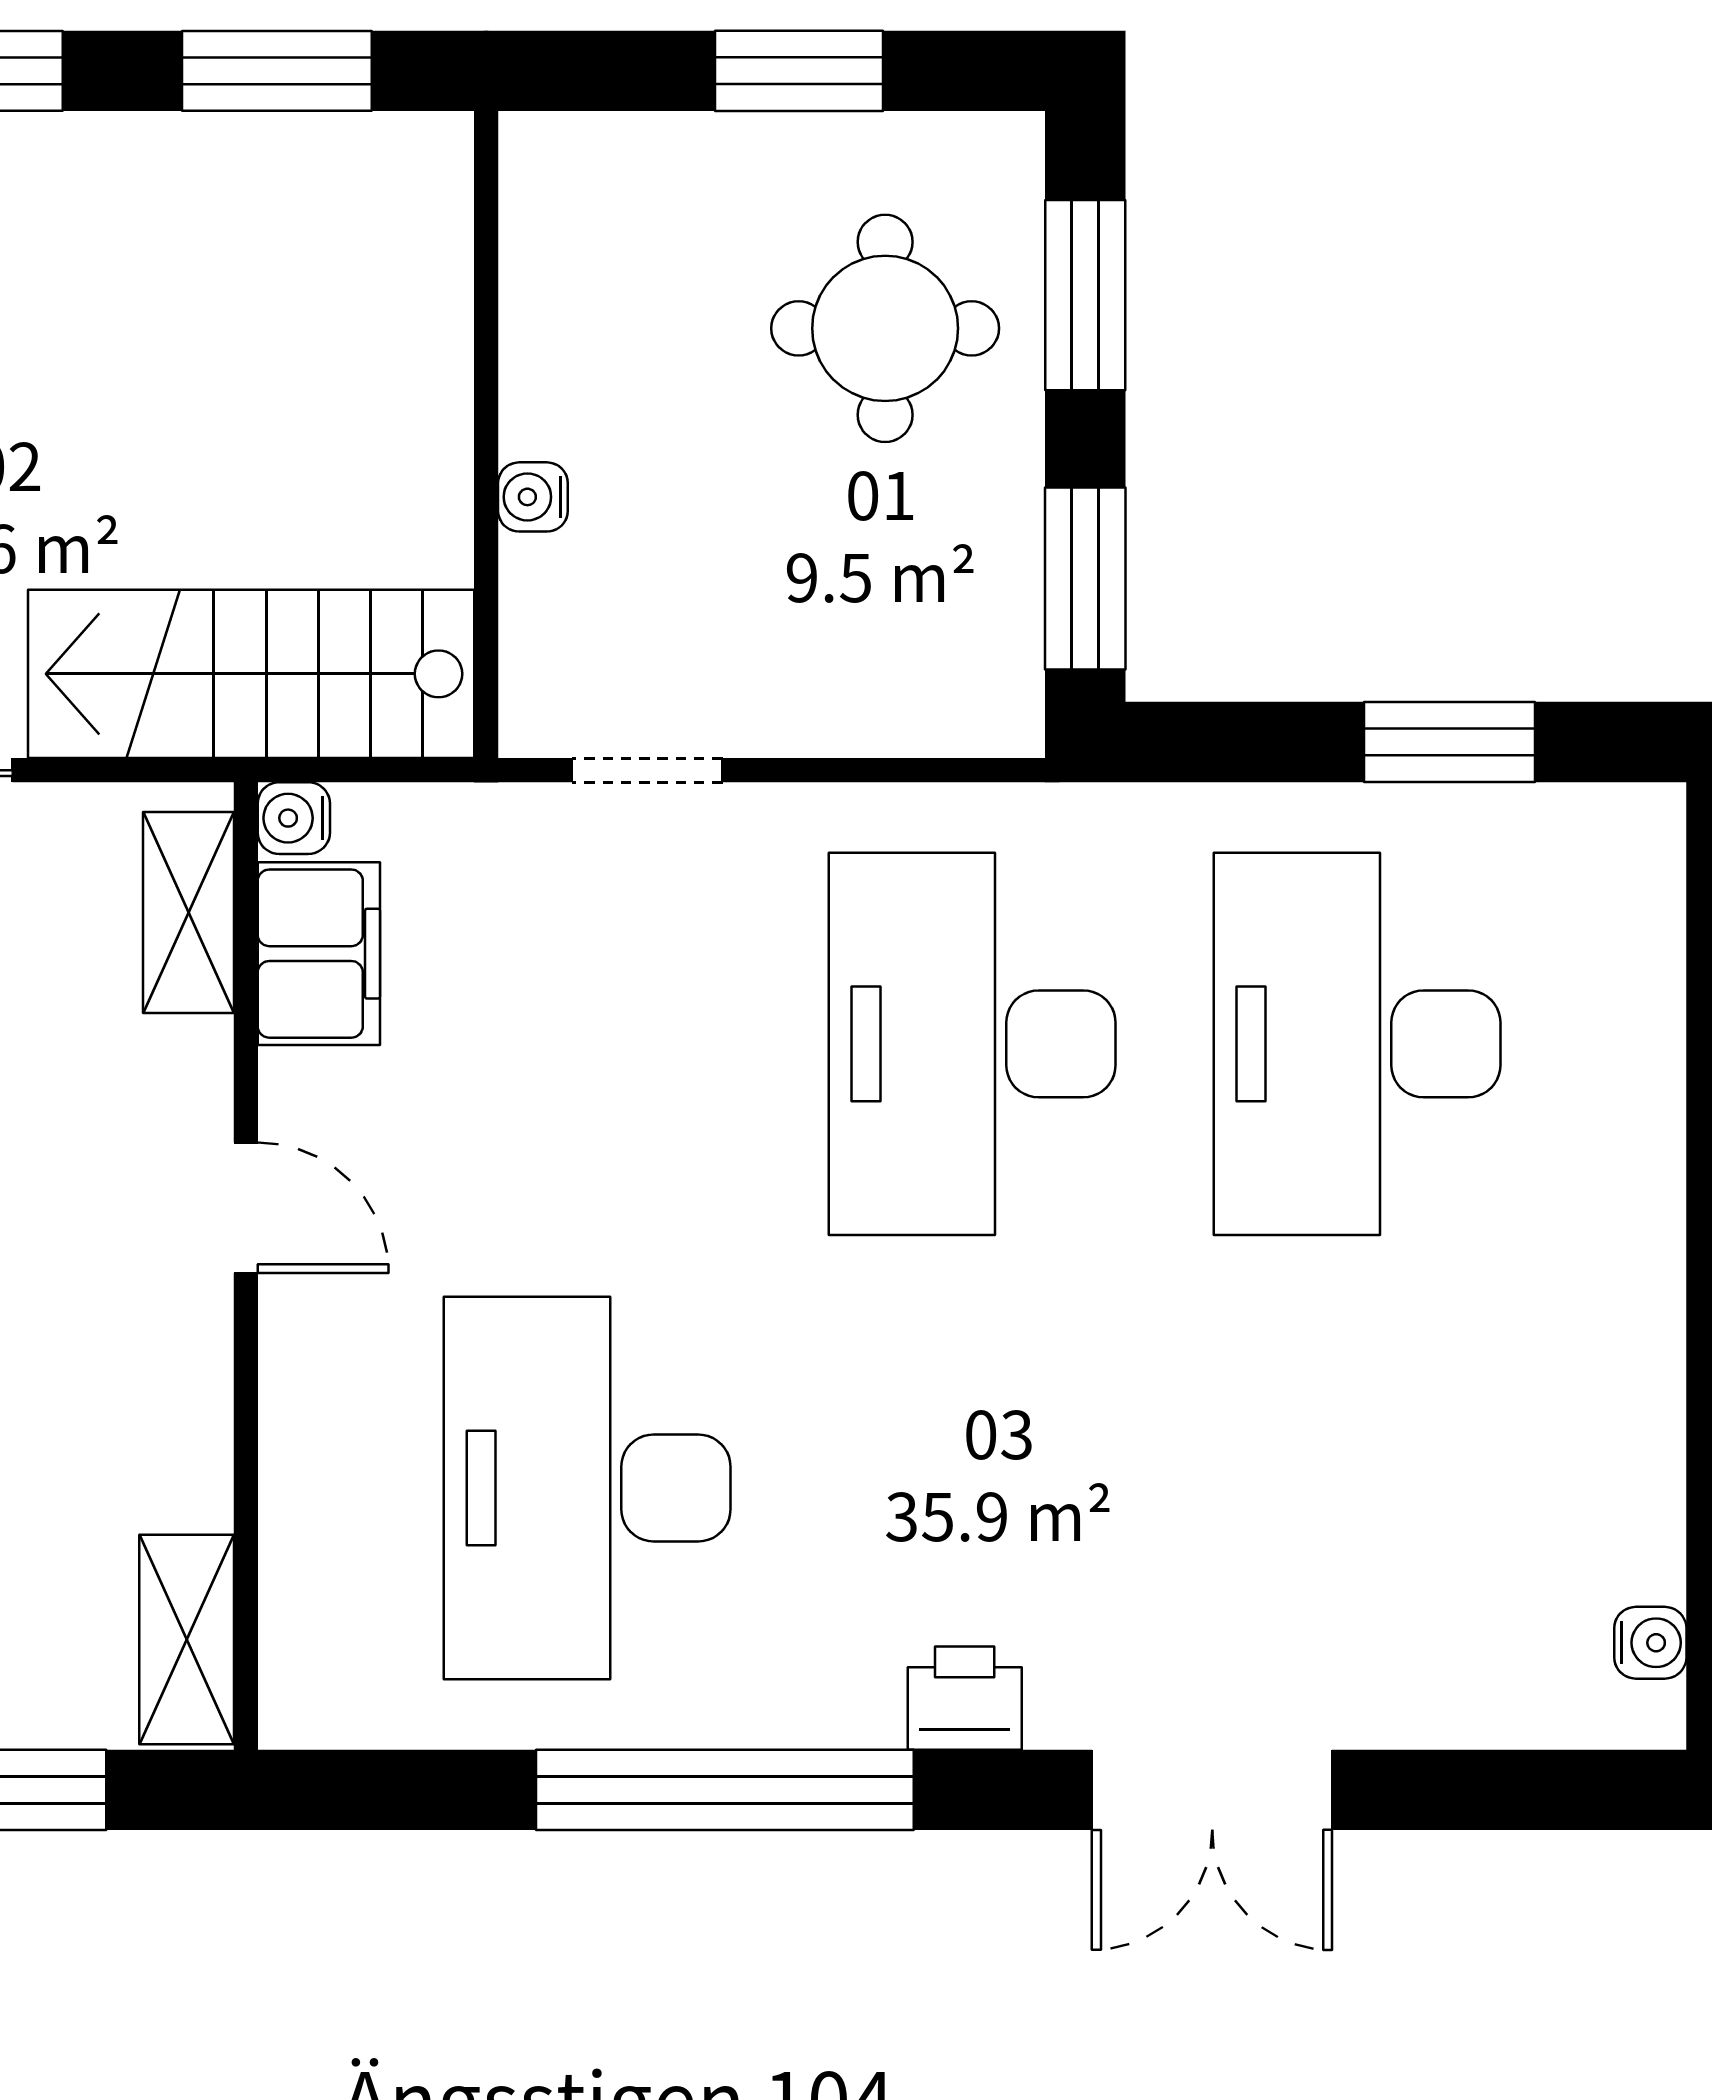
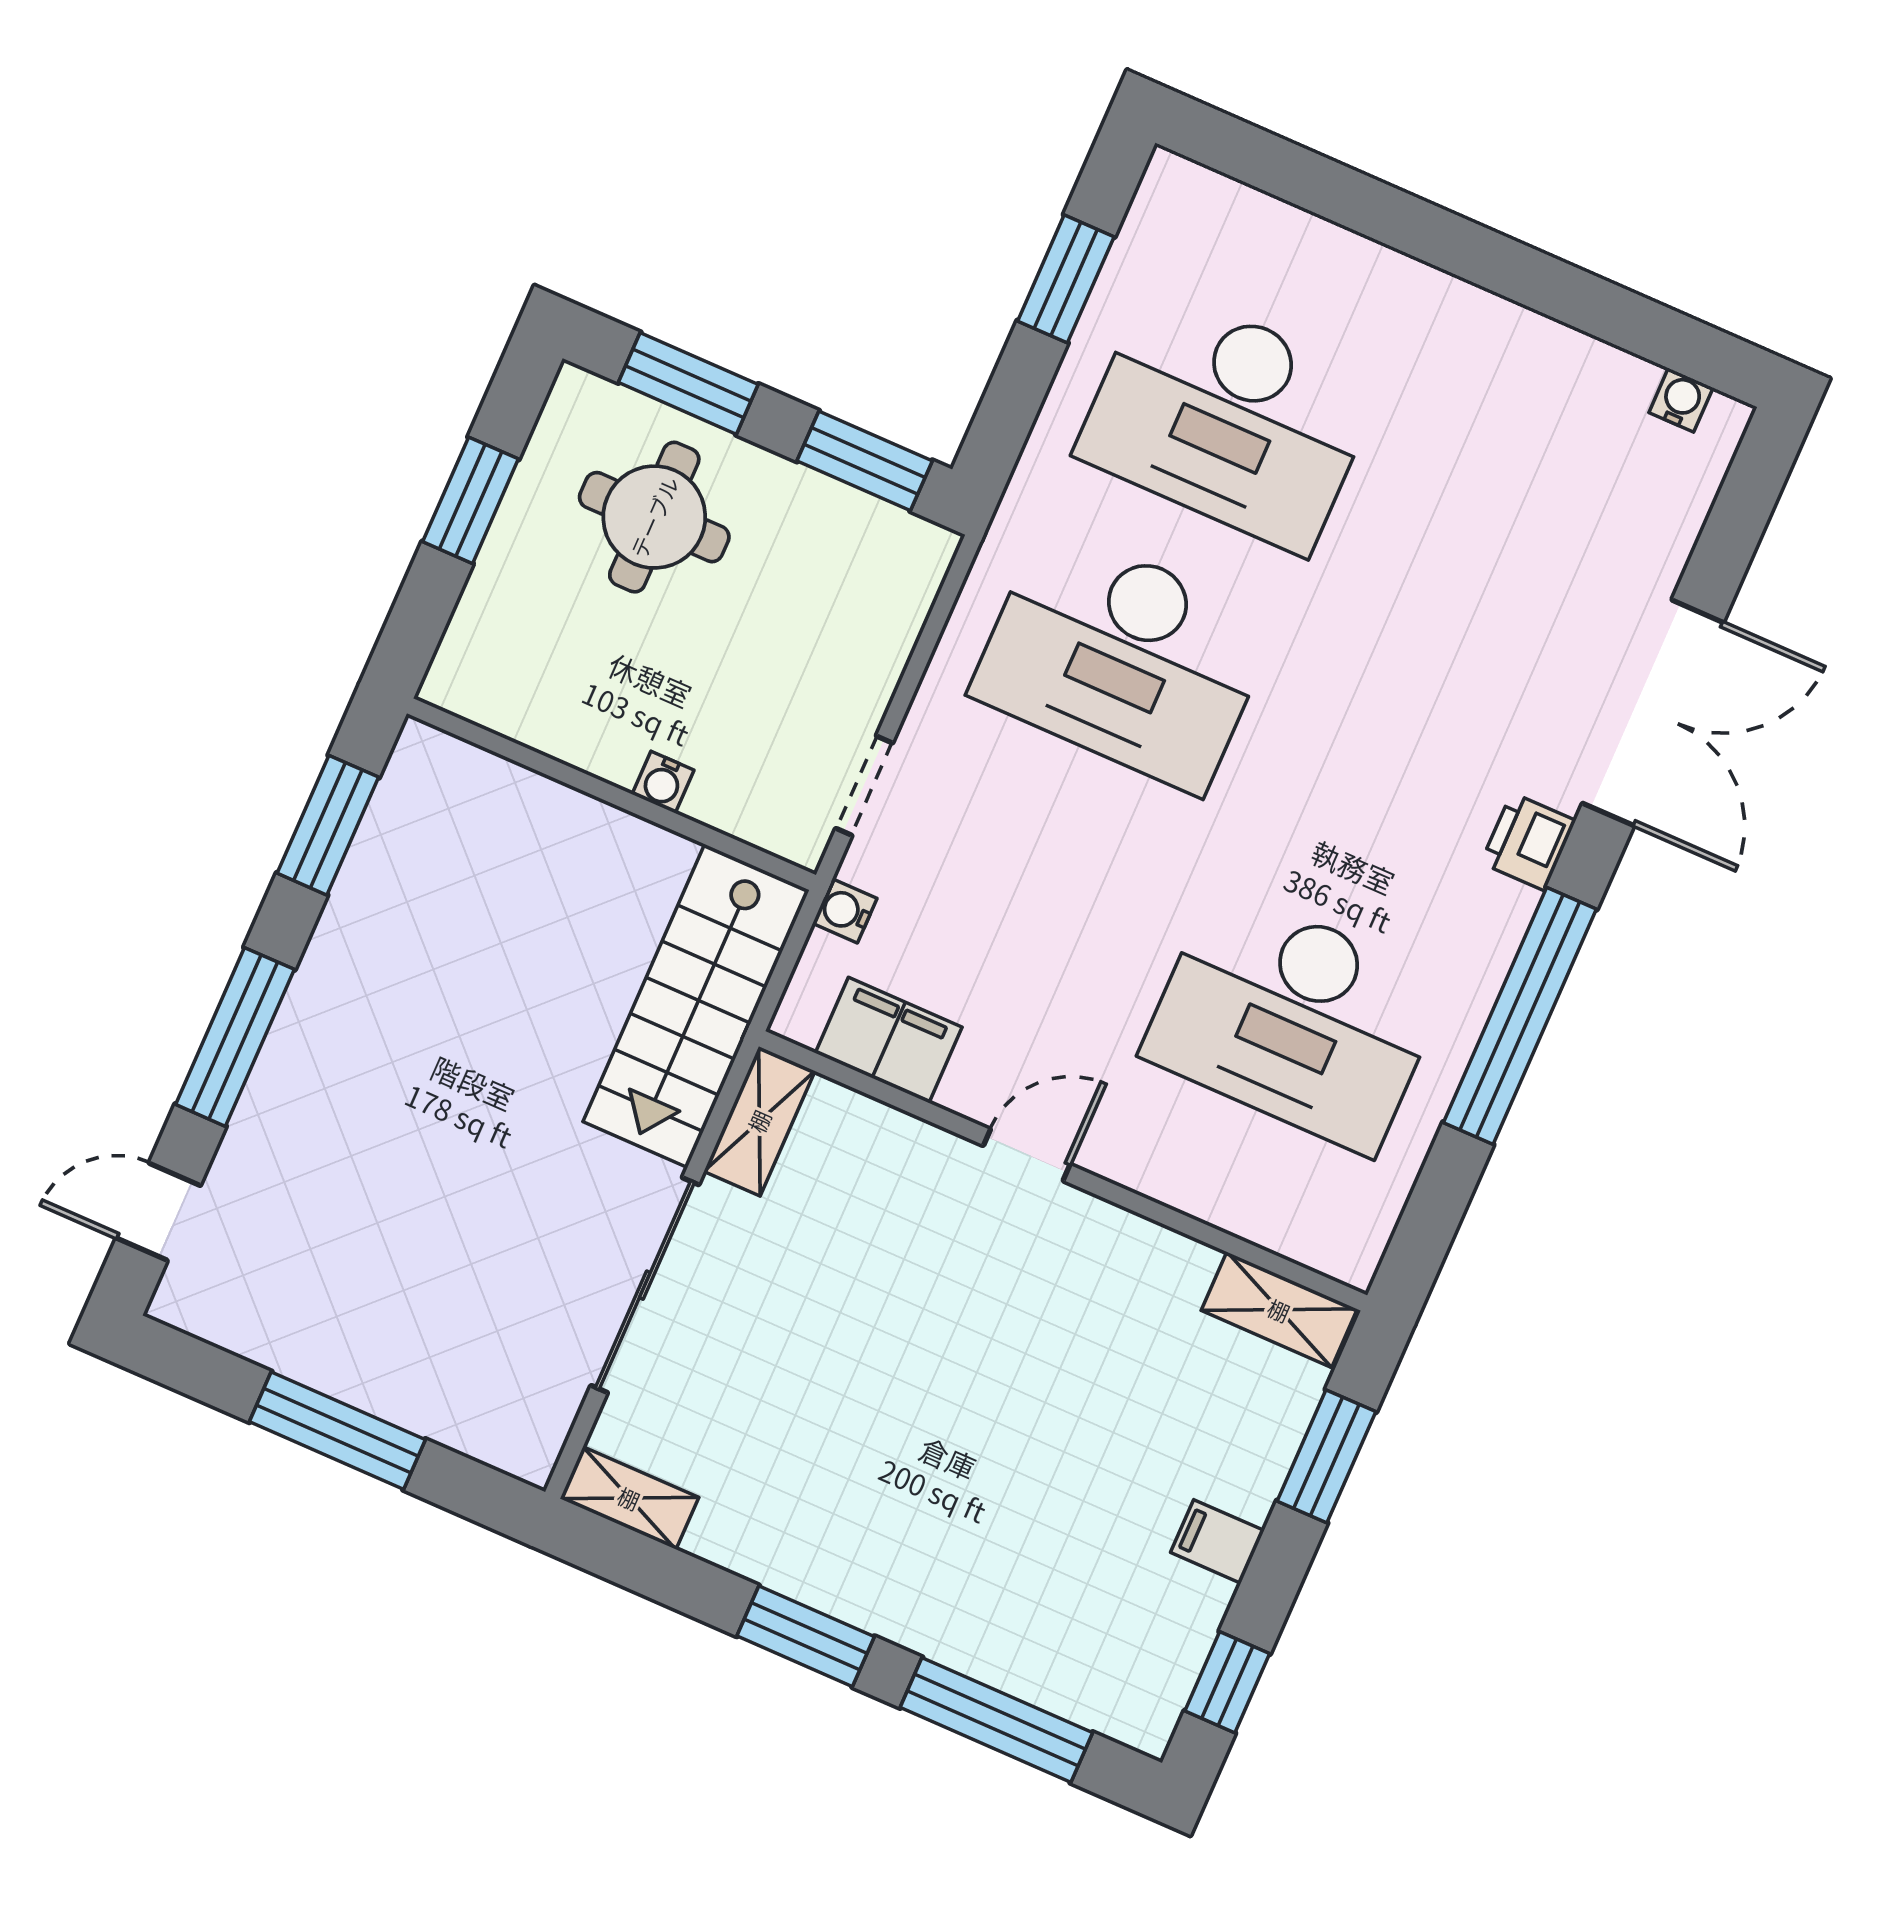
water cooler: (294, 818) -> (845, 911), moved, turned 90
shelving: (188, 912) -> (759, 1121), moved, turned 90
double door: (1212, 1790) -> (1653, 713), width x1.37

